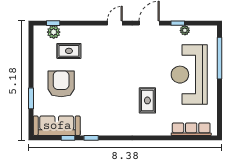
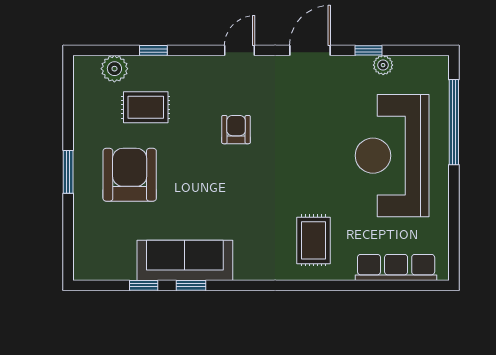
window: (53, 23) -> (153, 50), moved
armchair: (113, 62) -> (236, 130), added
window: (31, 98) -> (68, 172), moved
rug: (147, 100) -> (314, 240), moved
sofa: (57, 126) -> (185, 260), moved

